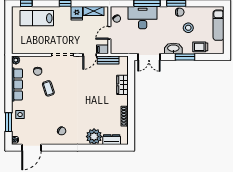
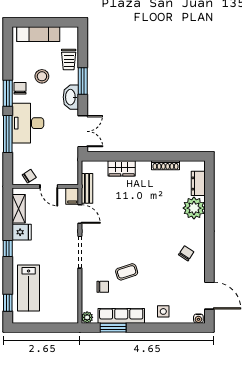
desk: (143, 18) -> (28, 123), moved
window: (8, 122) -> (113, 328), moved

